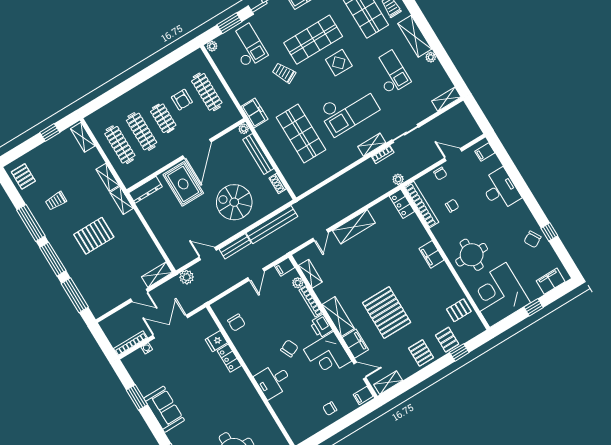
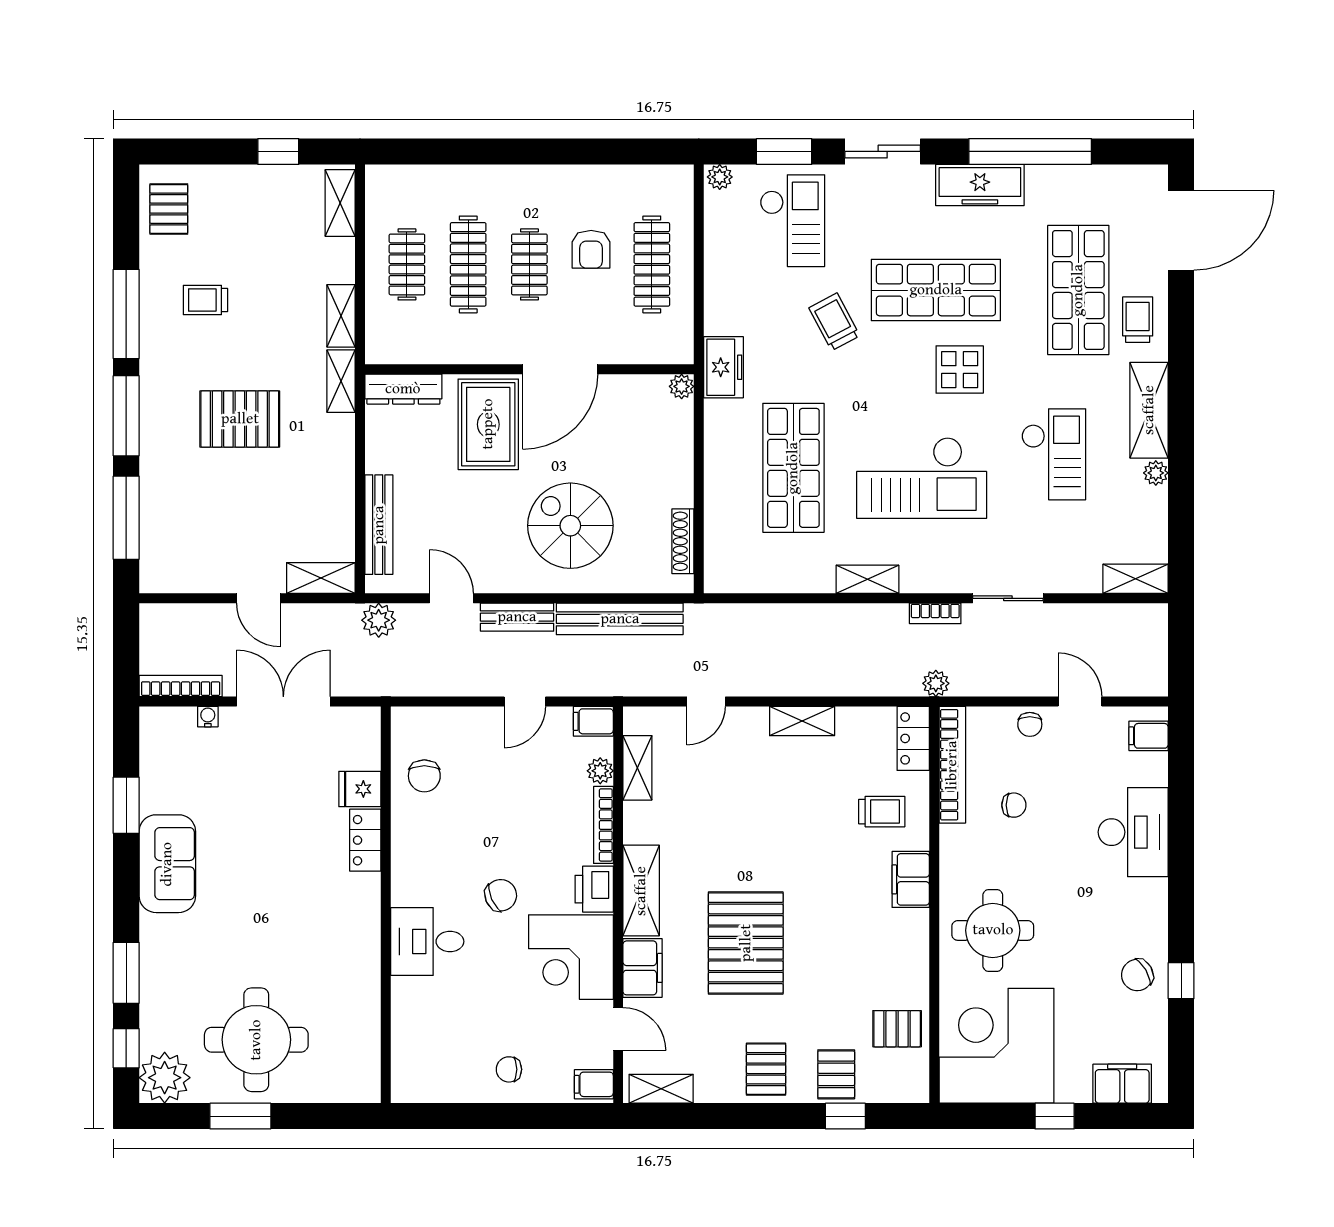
clothes rail: (120, 145) -> (407, 264), width x0.73
shelving: (372, 145) -> (867, 579), moved
bench: (258, 154) -> (379, 525), moved
shoe rack: (278, 183) -> (683, 541), width x1.43
shelving: (354, 227) -> (802, 721), width x0.67, depth x0.75
trolley: (407, 236) -> (882, 812), added

